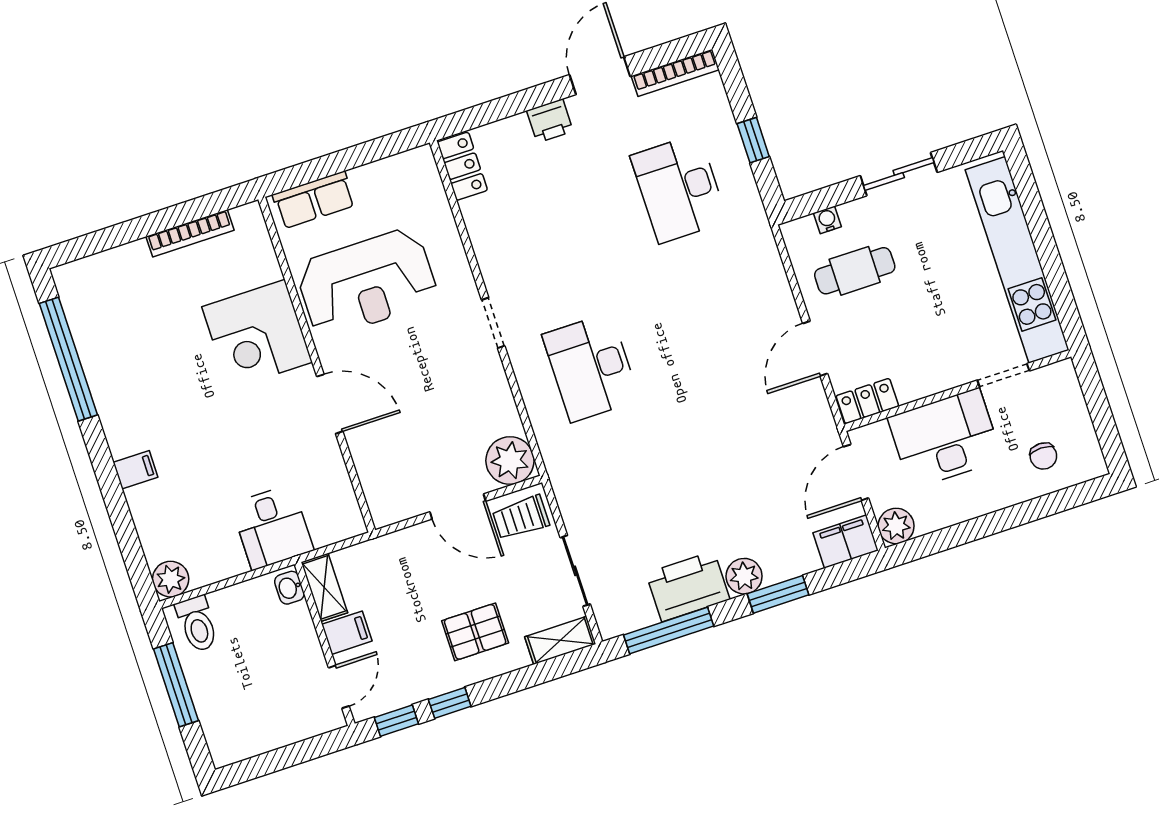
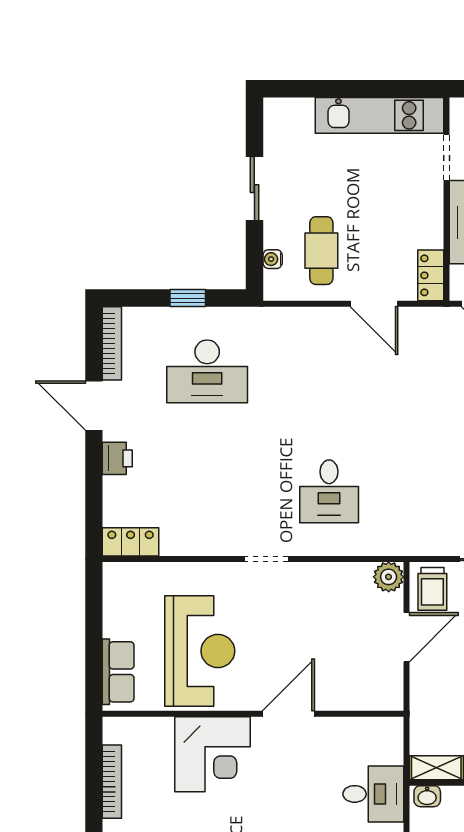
kitchen unit: (1017, 260) -> (380, 115), width x0.73
desk: (591, 367) -> (329, 491), width x0.73
plant: (510, 461) -> (389, 577), width x0.73, depth x0.73

